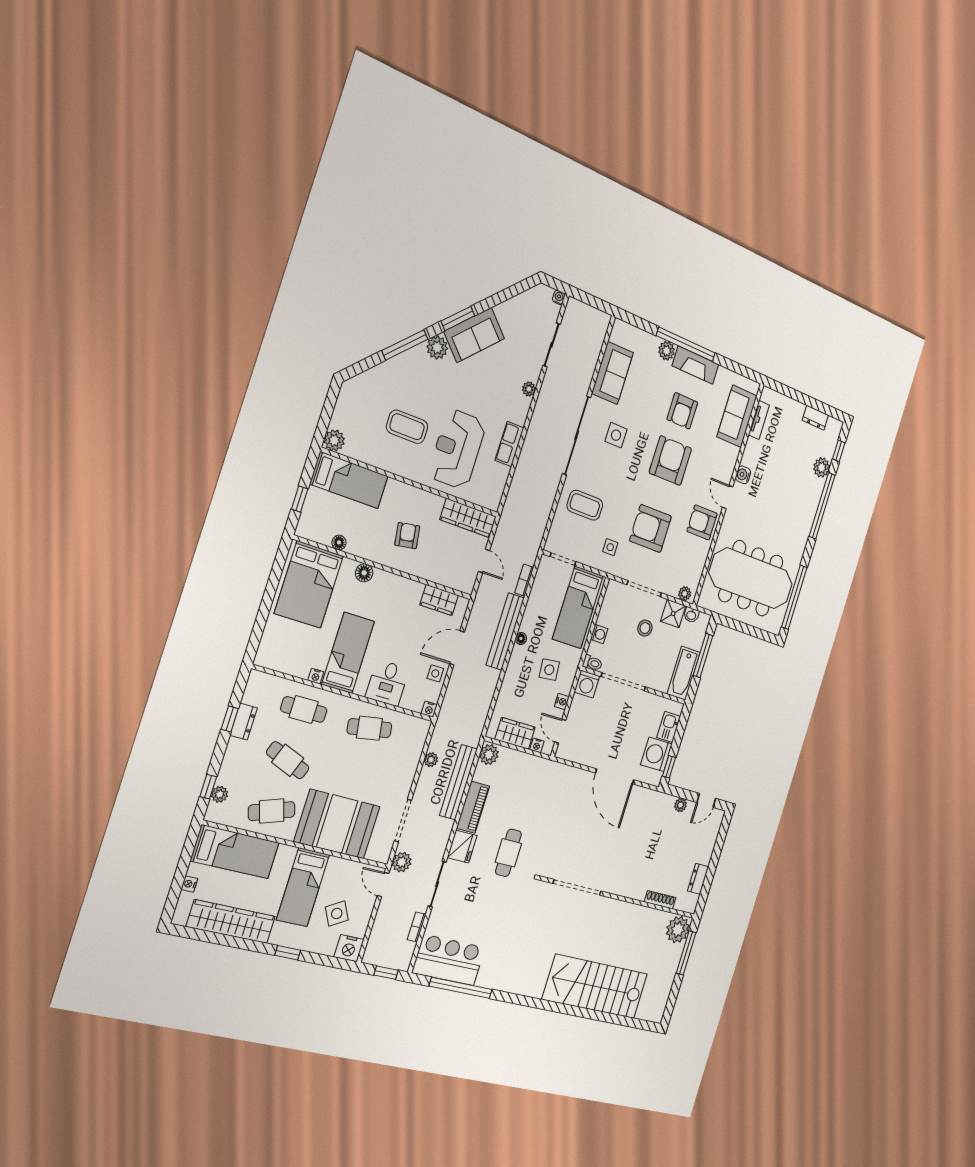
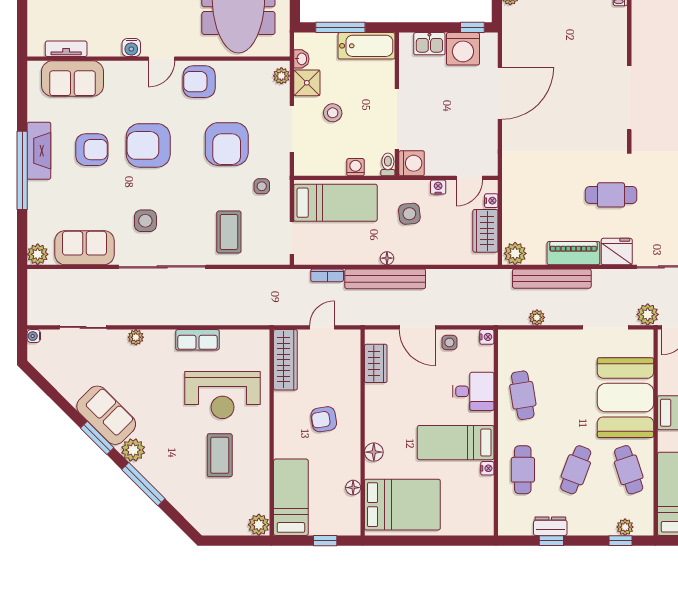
plant: (667, 351) -> (38, 254), moved
armchair: (702, 522) -> (199, 82), turned 90

